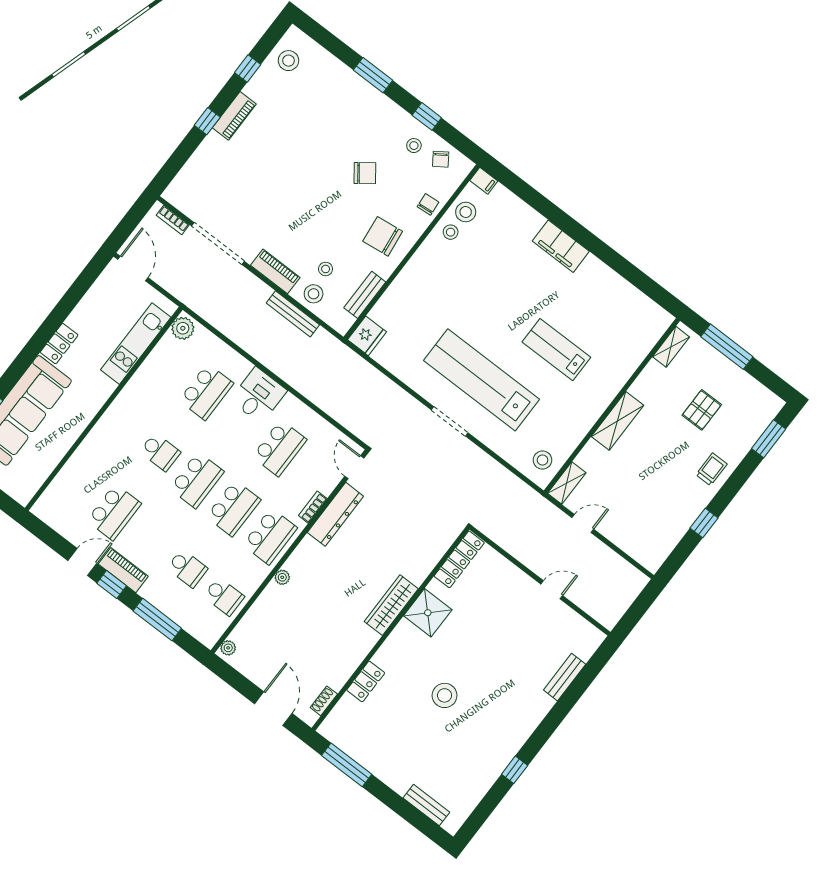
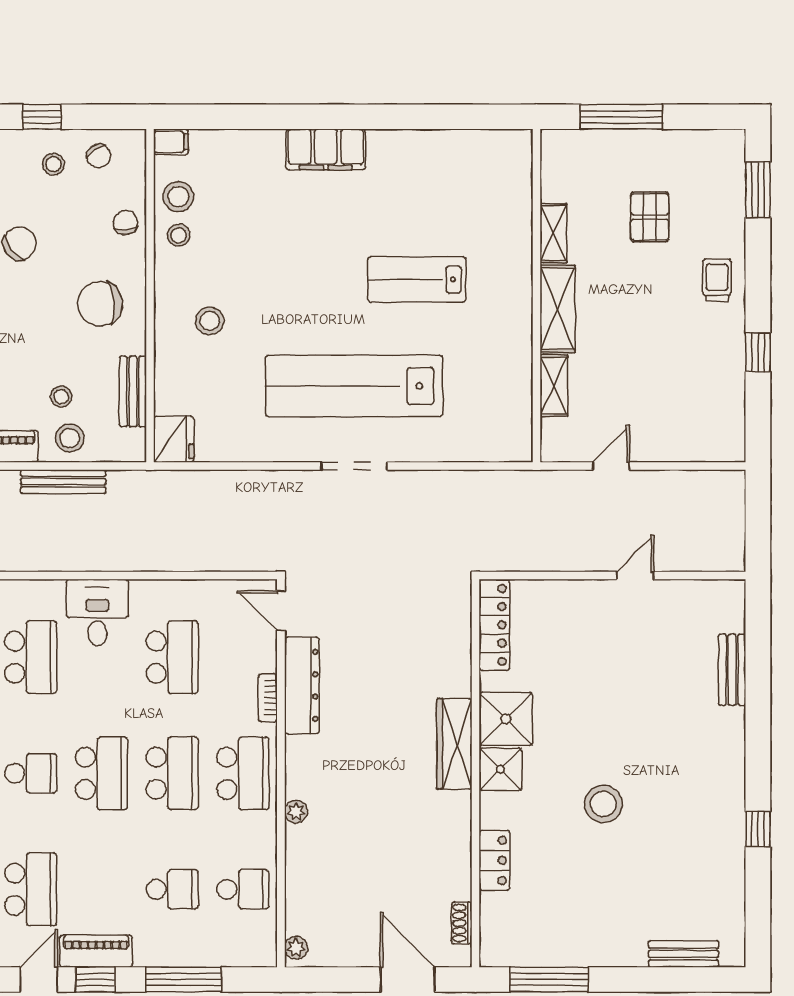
shelving: (671, 347) -> (553, 233), moved
stool: (542, 460) -> (210, 321), moved
shelving: (567, 483) -> (554, 386), moved
shower: (405, 637) -> (500, 769), added

